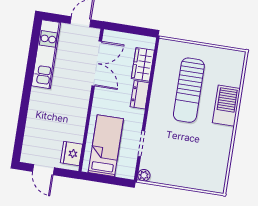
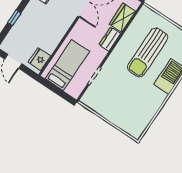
window: (22, 120) -> (14, 18), added
plant: (144, 175) -> (85, 100), removed

